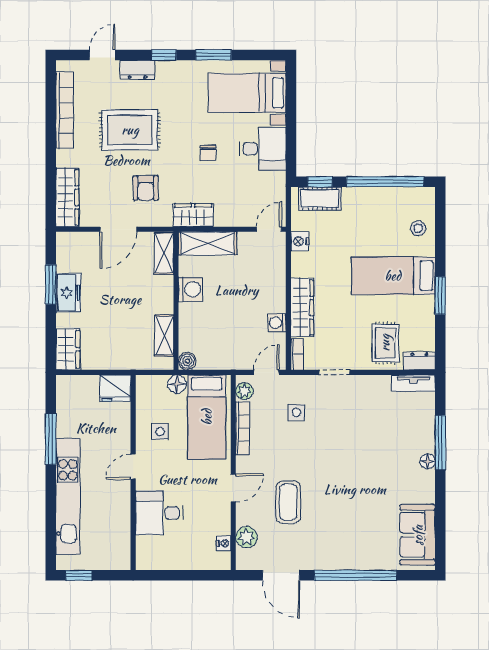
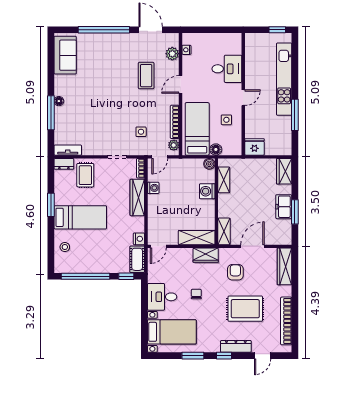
dresser: (137, 70) -> (236, 346), width x1.44
cot: (320, 198) -> (137, 259), moved, turned 90
washing machine: (191, 289) -> (207, 191), moved

